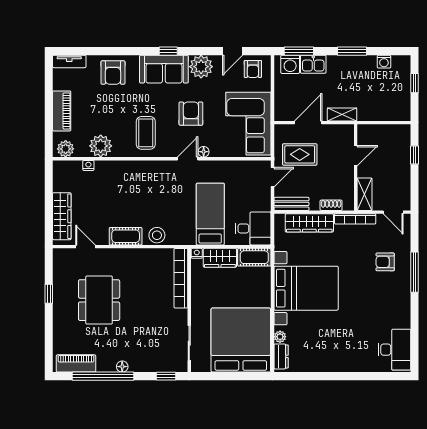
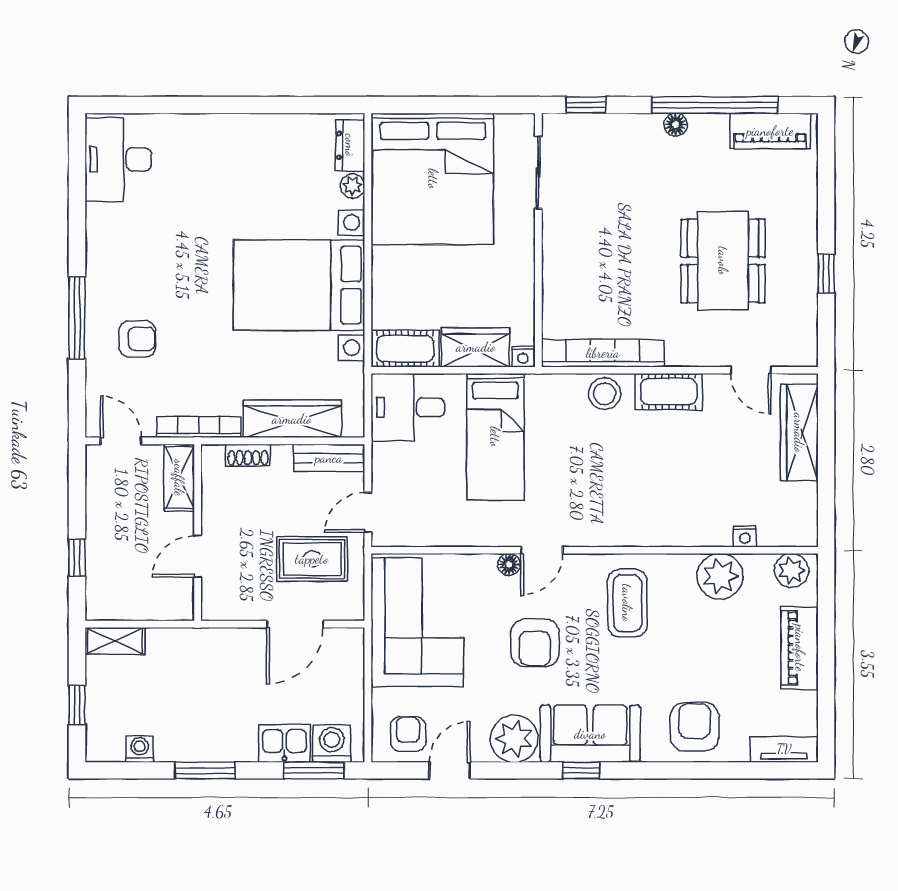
shelving: (342, 114) -> (115, 641), moved
bookcase: (181, 278) -> (603, 353), moved, turned -90

